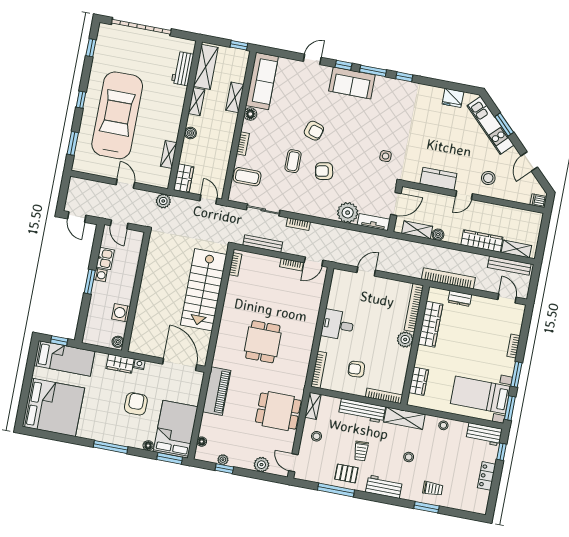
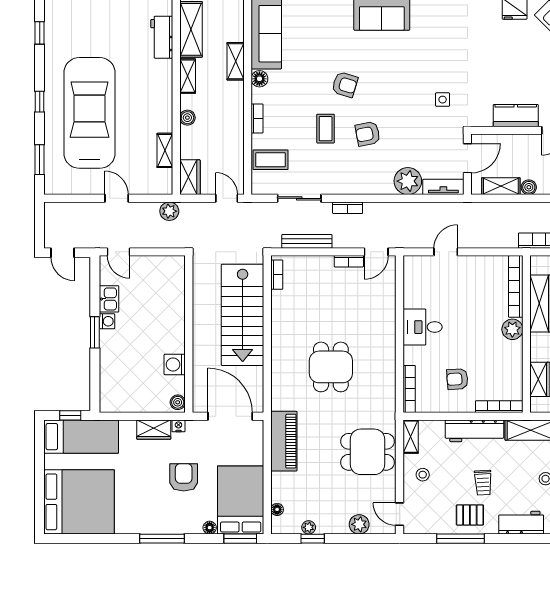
wall: (136, 292) -> (189, 334), moved
washing machine: (121, 313) -> (175, 364), moved
boiler: (118, 342) -> (178, 402), moved

